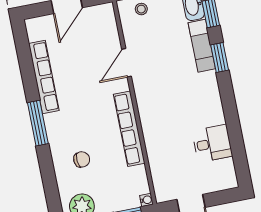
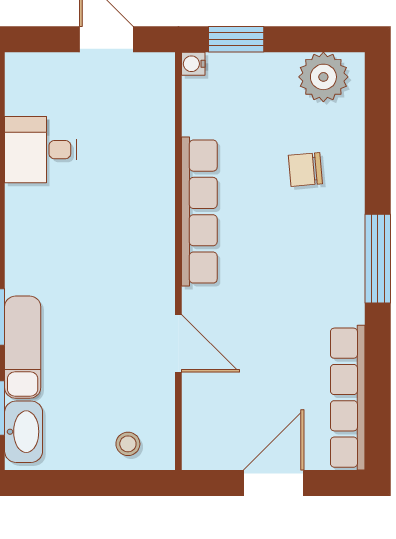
door: (127, 63) -> (178, 343), hinge flipped
row of seats: (44, 77) -> (348, 398), moved

